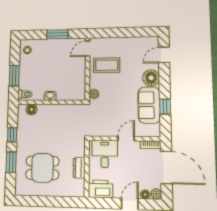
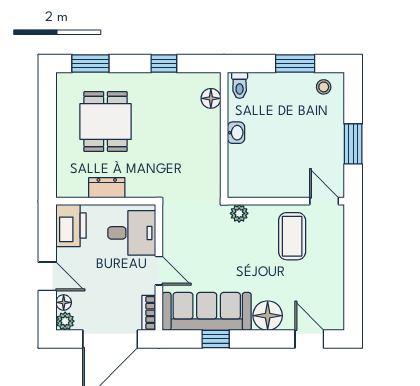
window: (14, 76) -> (295, 63), moved
sofa: (149, 105) -> (207, 311), width x1.36
window: (11, 162) -> (90, 63), moved

